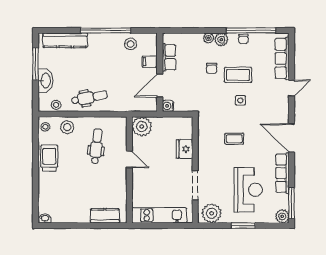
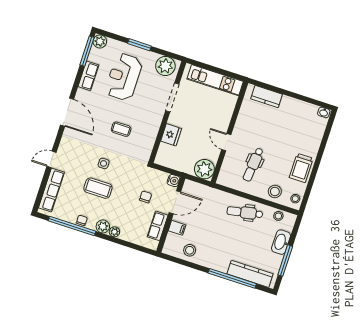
window: (106, 30) -> (232, 278), moved
chair: (212, 68) -> (146, 197), moved
row of seats: (282, 173) -> (88, 76), width x0.68

